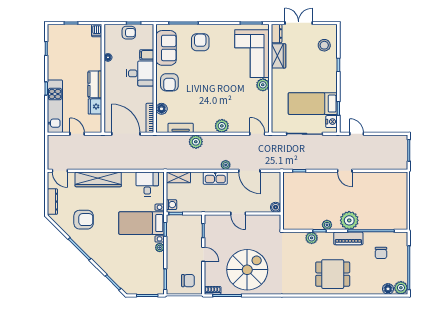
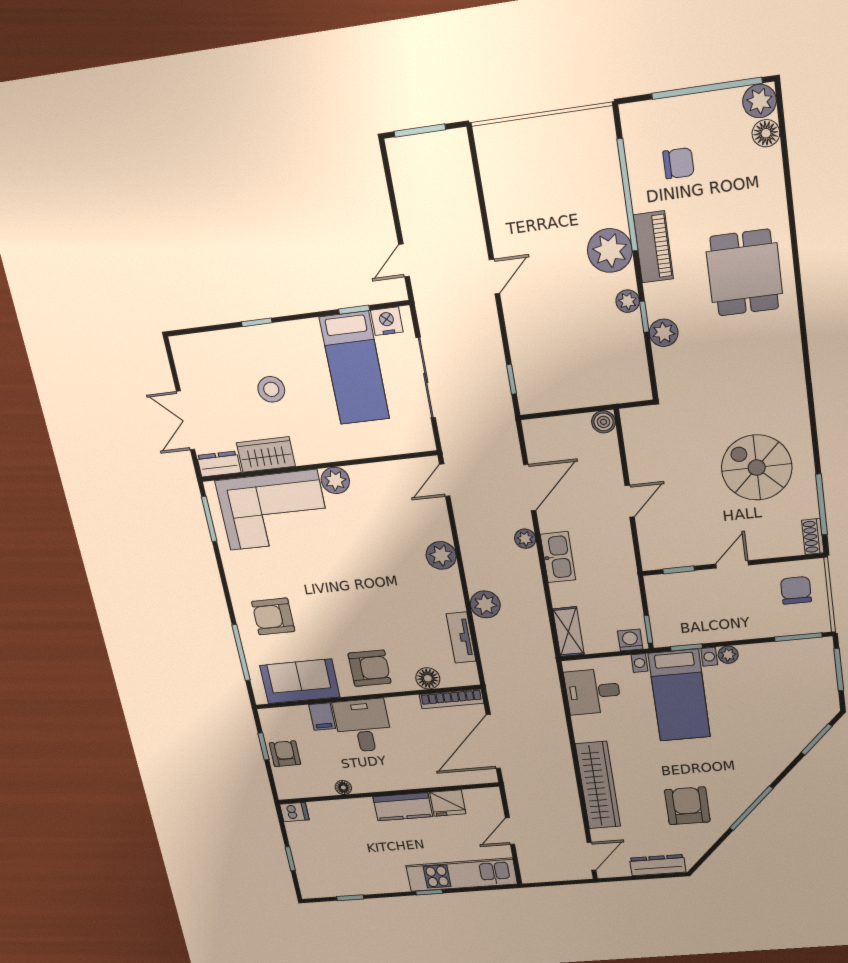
stool: (324, 45) -> (271, 389), moved
spiral stairs: (247, 270) -> (757, 468), width x0.73, depth x0.73

